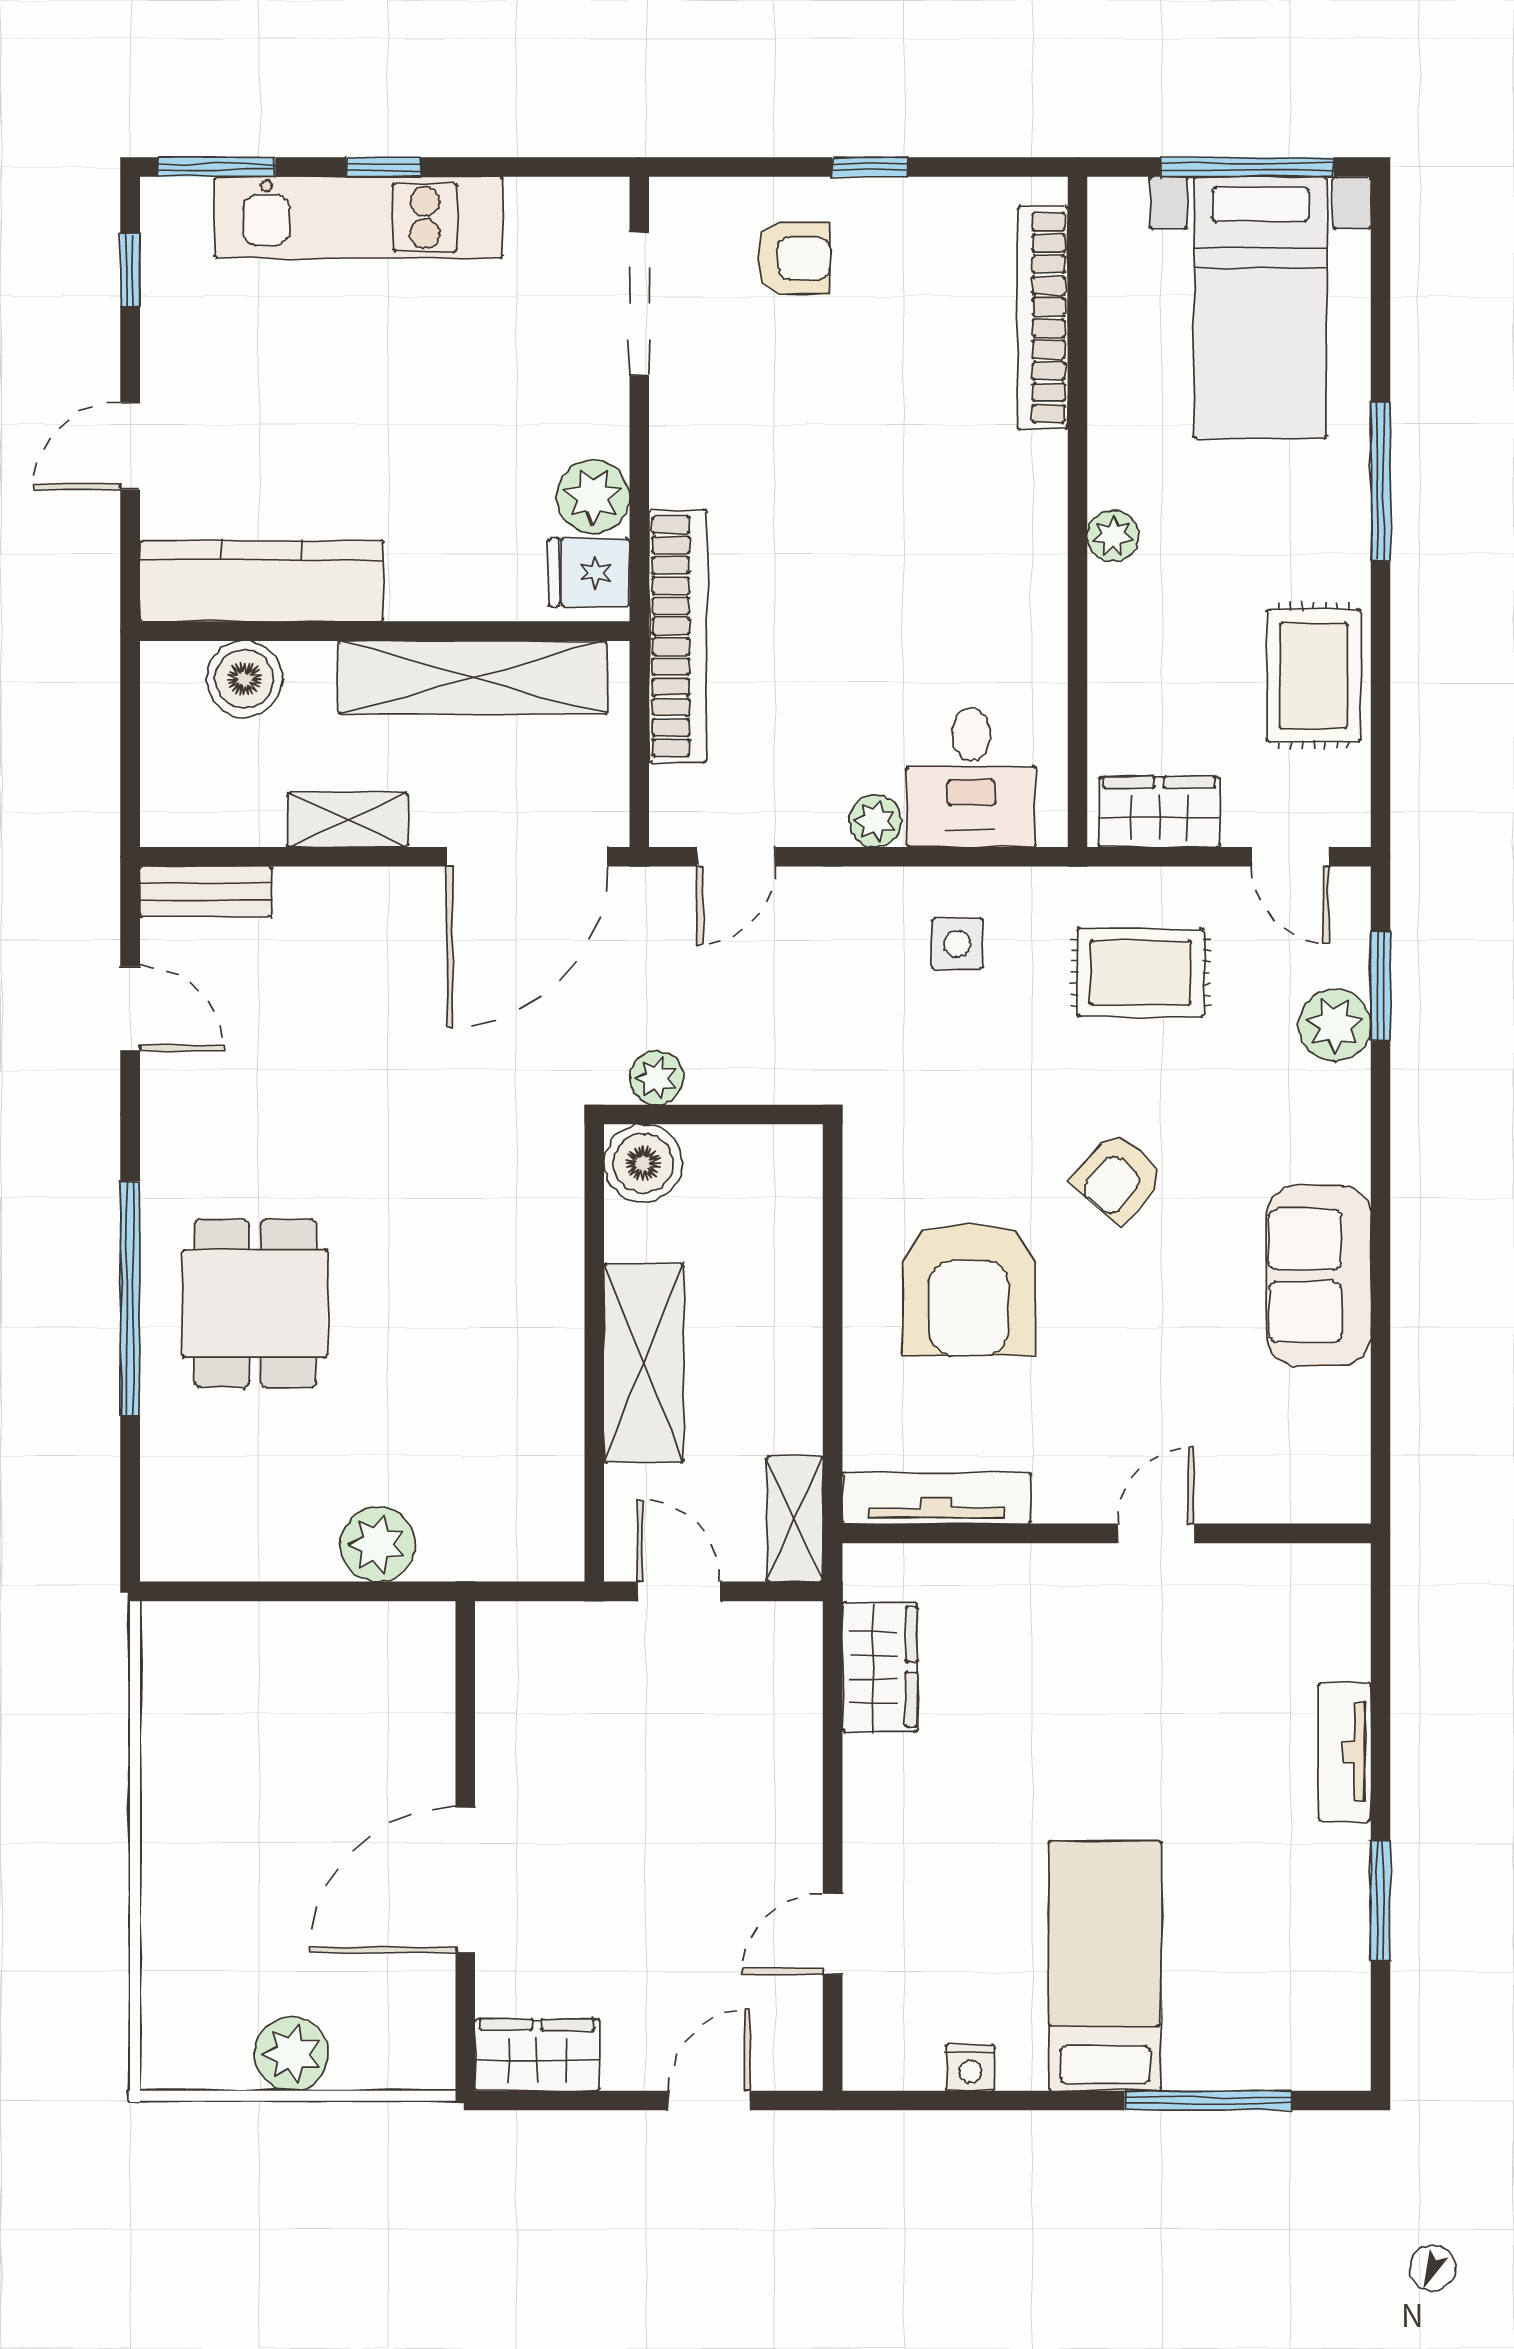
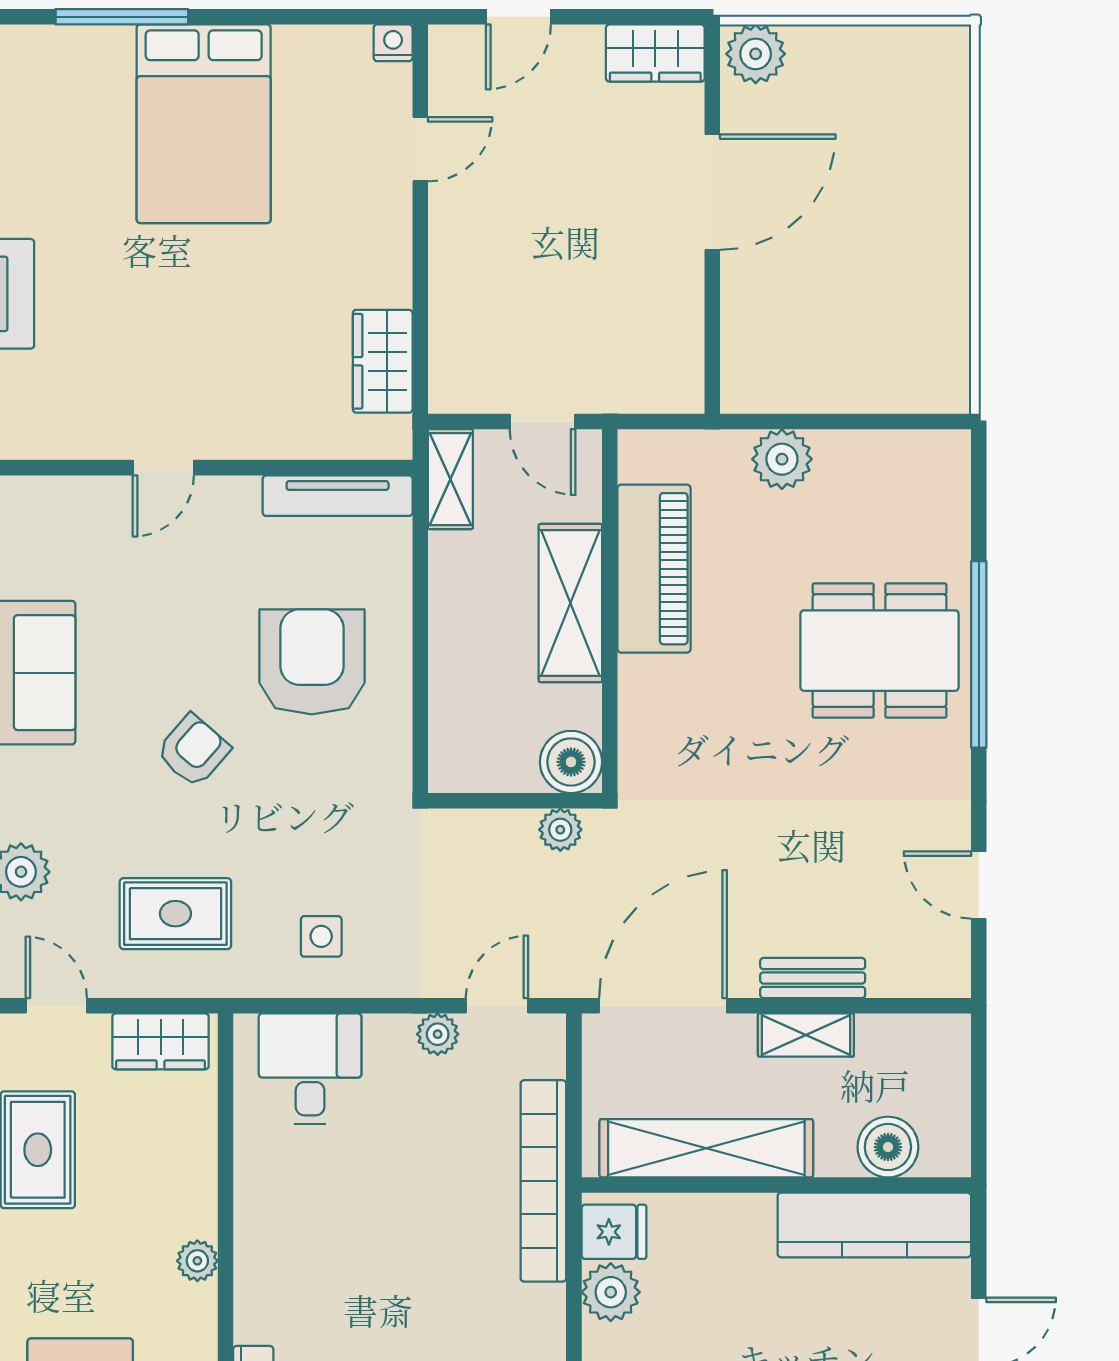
plant: (875, 821) -> (438, 1034), moved
bench: (206, 892) -> (813, 978), moved
dining table: (255, 1303) -> (880, 651), width x1.38
piano: (539, 1406) -> (654, 569), added
bed: (1105, 1966) -> (204, 124), width x1.50
plant: (292, 2054) -> (756, 54), moved
nightstand: (970, 2068) -> (393, 43), moved

